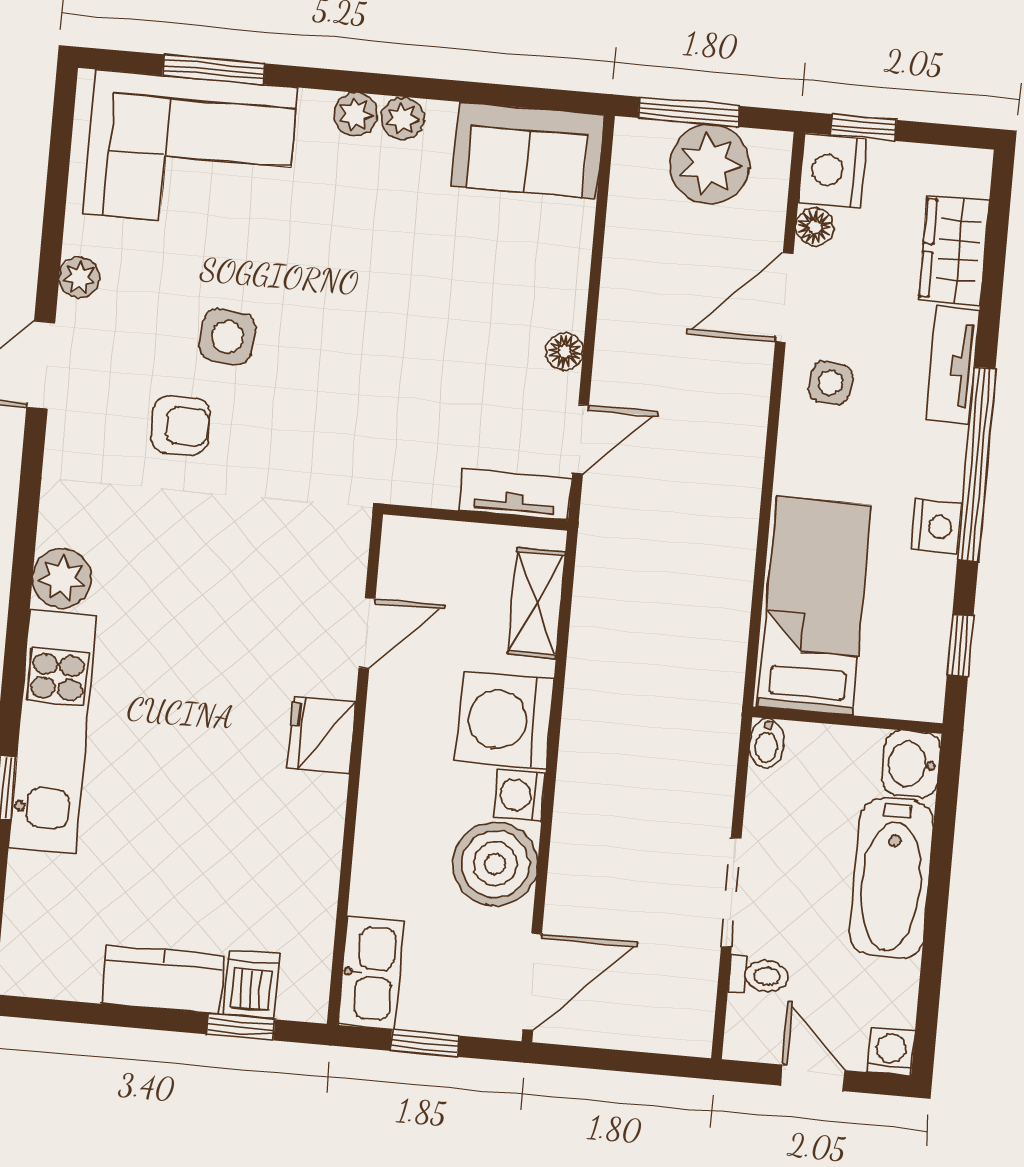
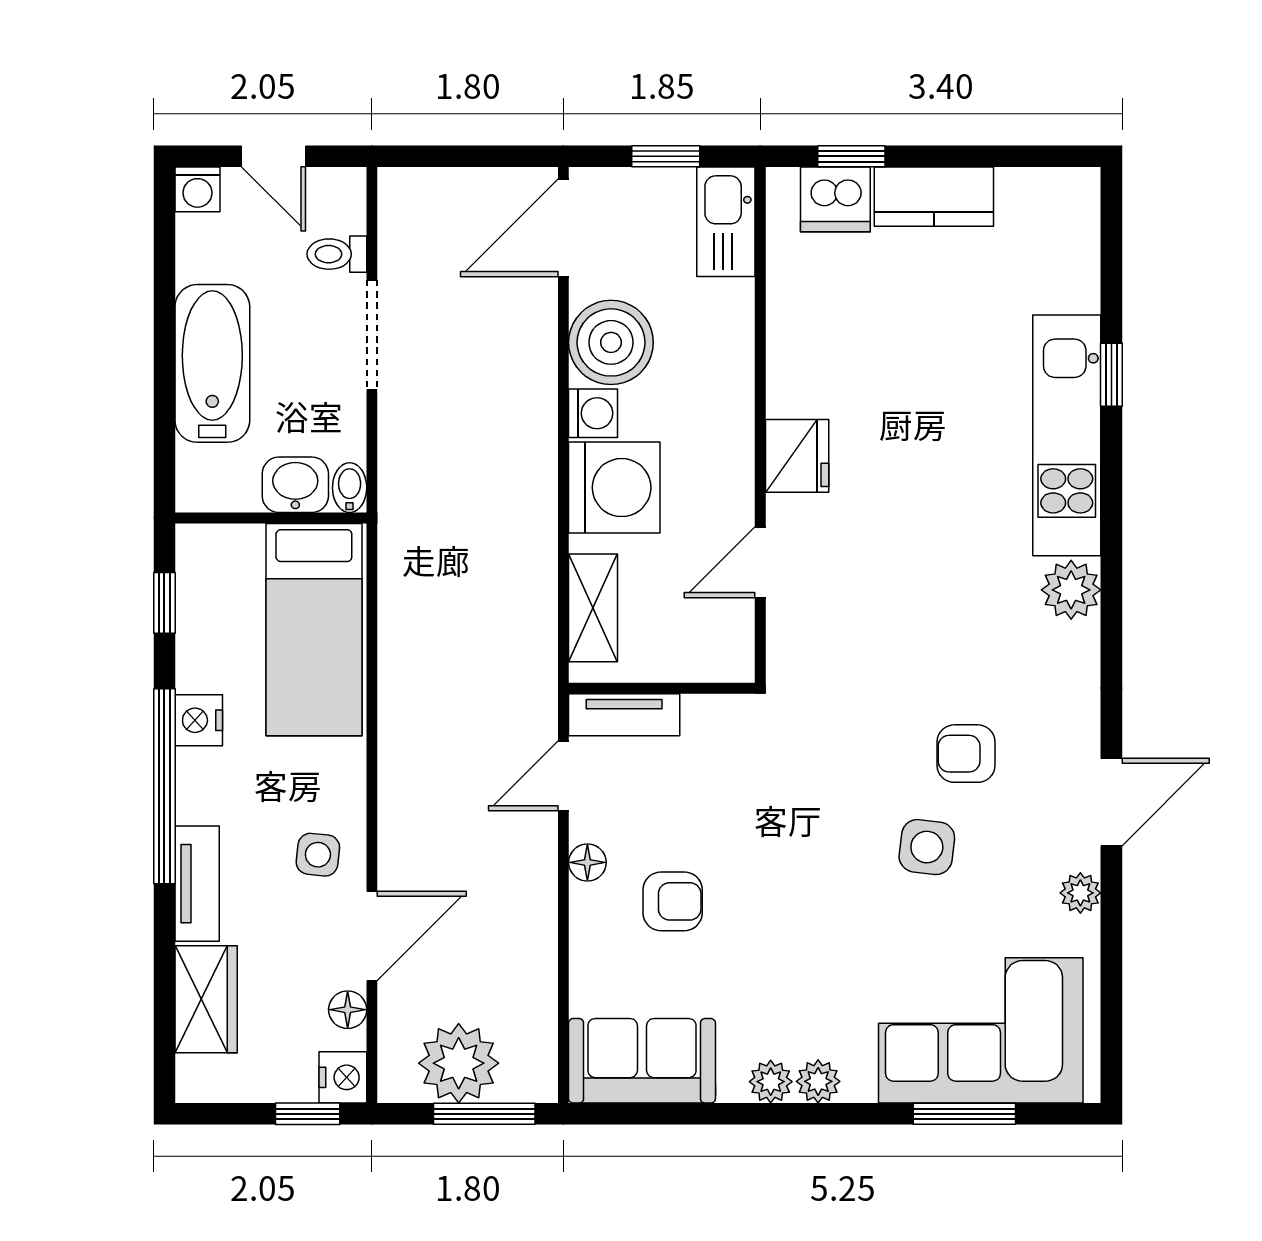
nightstand: (832, 170) -> (343, 1077), width x0.74, depth x0.75
armchair: (484, 305) -> (673, 901), added
washbasin: (911, 764) -> (295, 485), moved, turned -90
dishwasher: (251, 985) -> (835, 199), width x1.38

